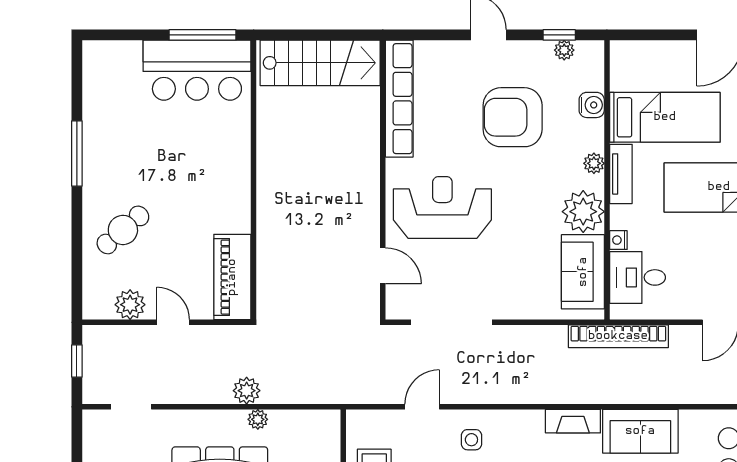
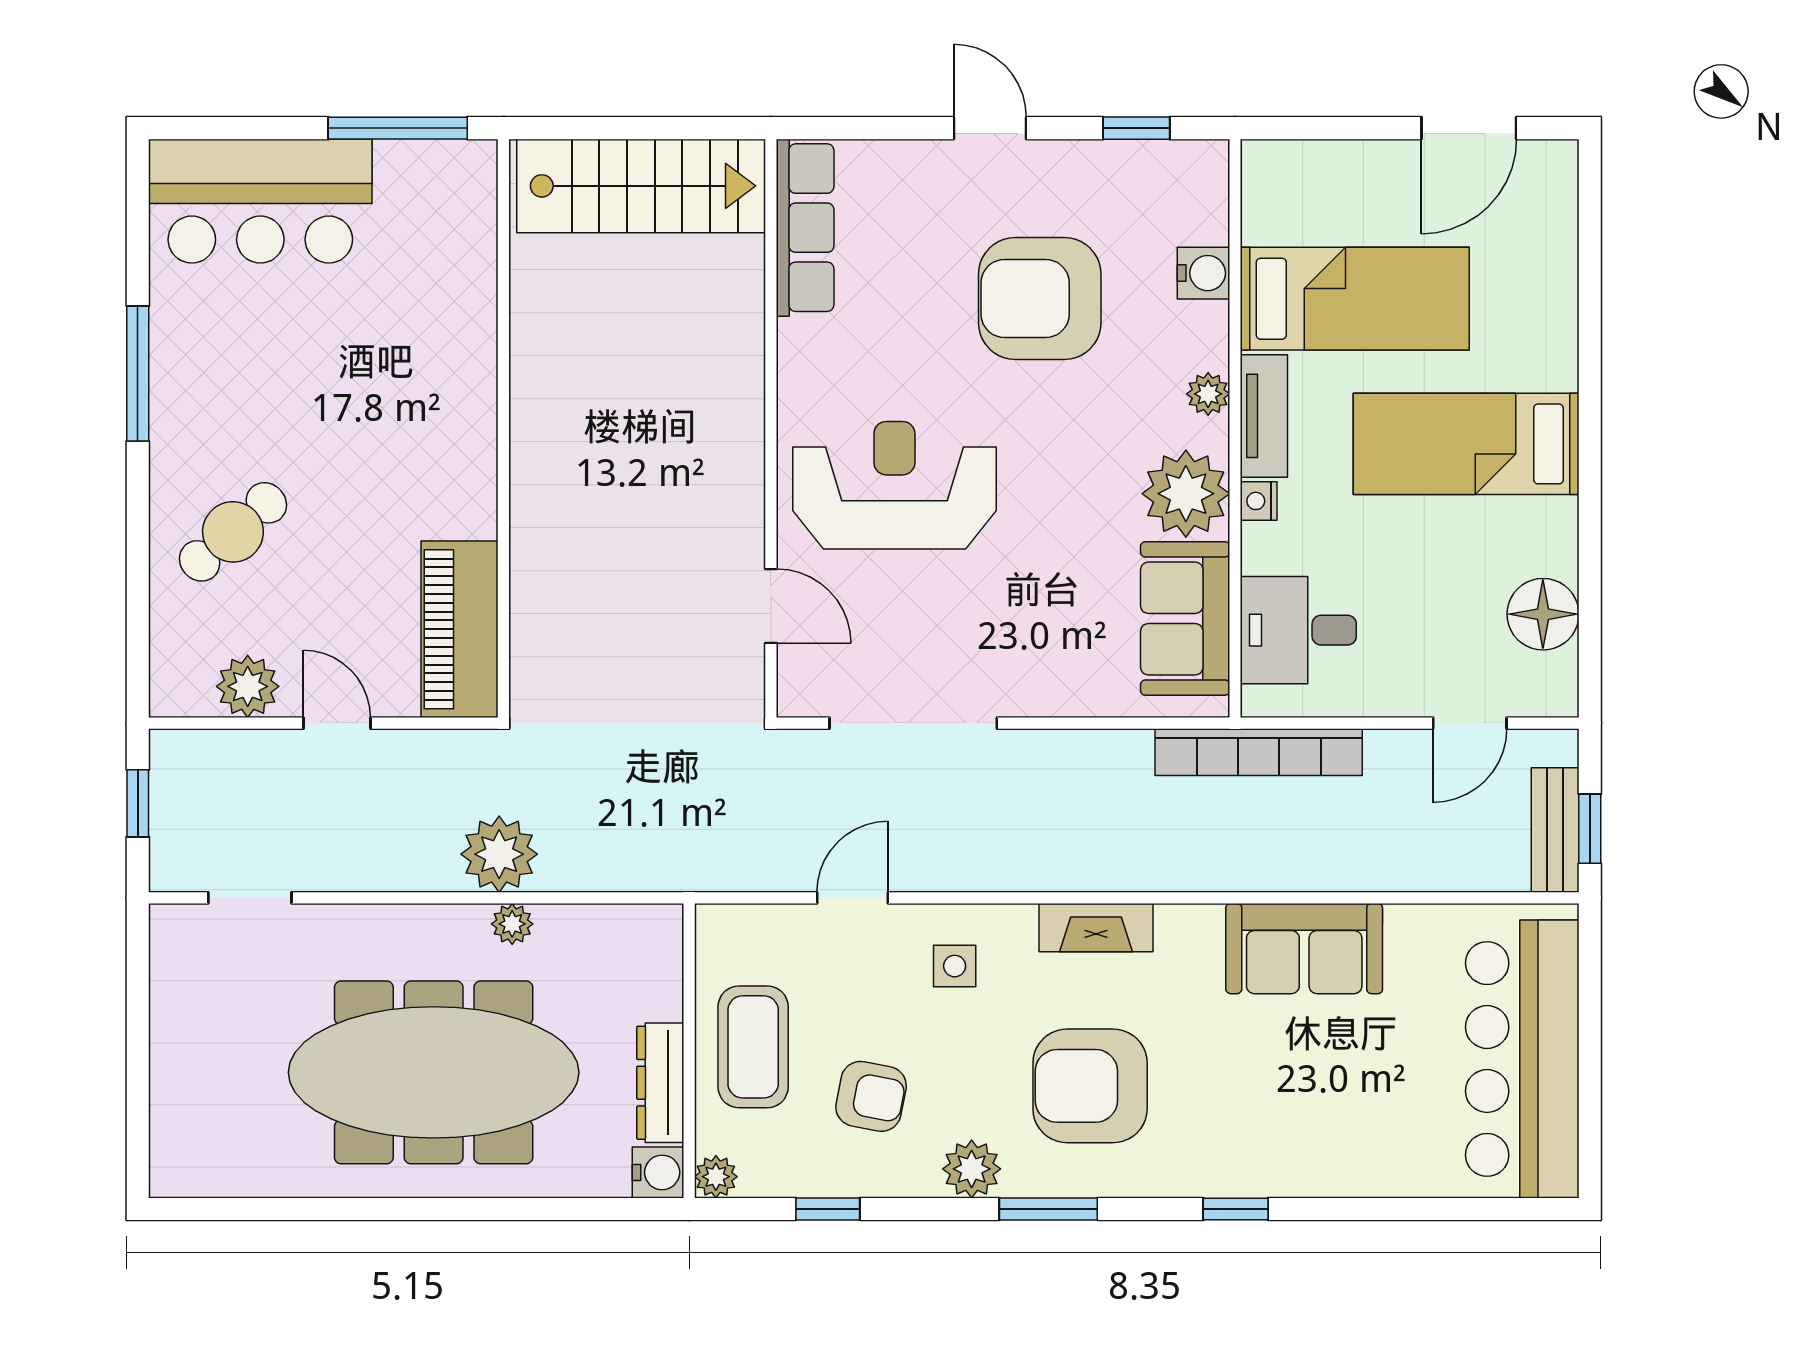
plant: (564, 50) -> (1147, 159), removed
bar counter: (197, 70) -> (260, 201), moved
row of seats: (399, 99) -> (805, 228), width x0.73
nightstand: (618, 240) -> (1259, 501), moved
plant: (247, 391) -> (499, 854), width x1.36, depth x1.36
fireplace: (573, 421) -> (1096, 928), moved

